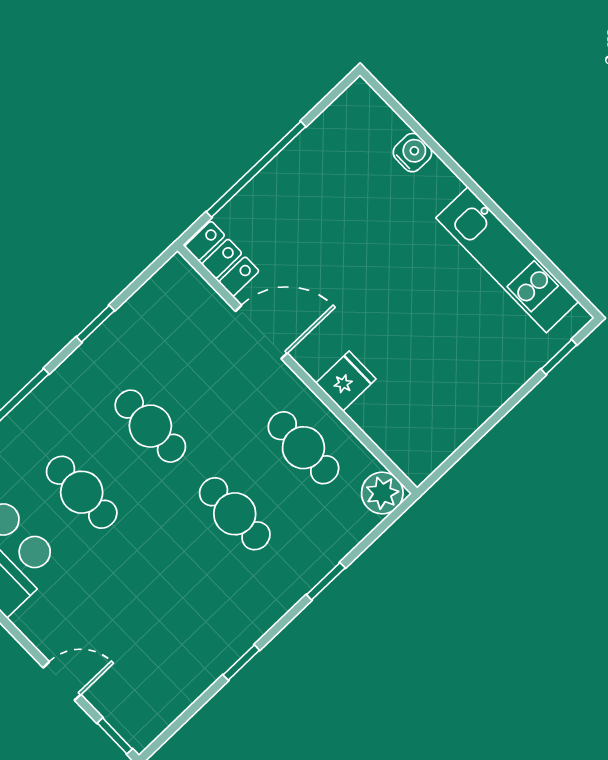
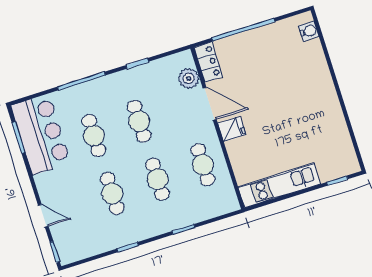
water cooler: (412, 153) -> (309, 31), moved
kitchen unit: (507, 260) -> (279, 185), moved, turned 90
fridge: (346, 381) -> (232, 129), moved
plant: (382, 493) -> (189, 78), moved
cafe table: (166, 580) -> (112, 194), added

